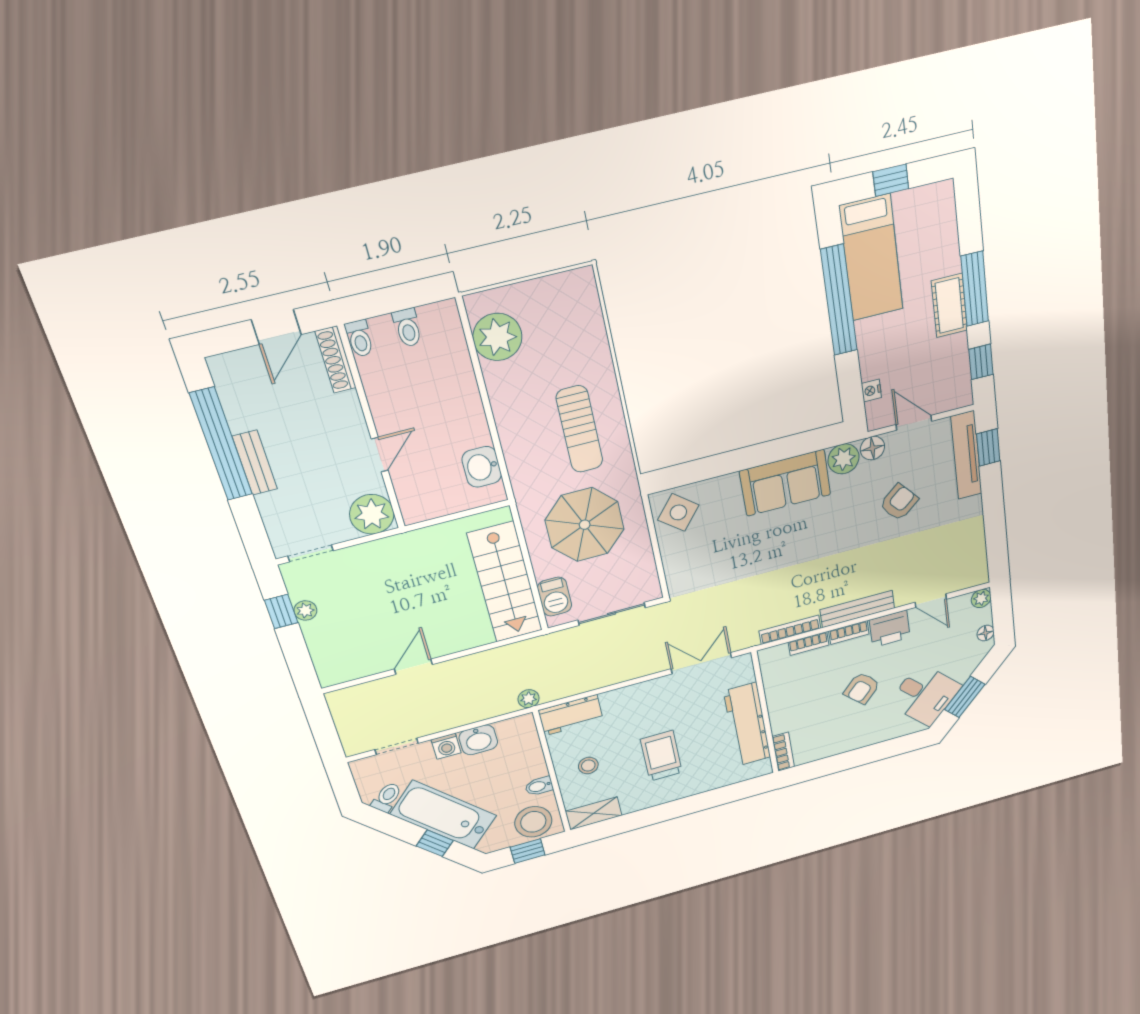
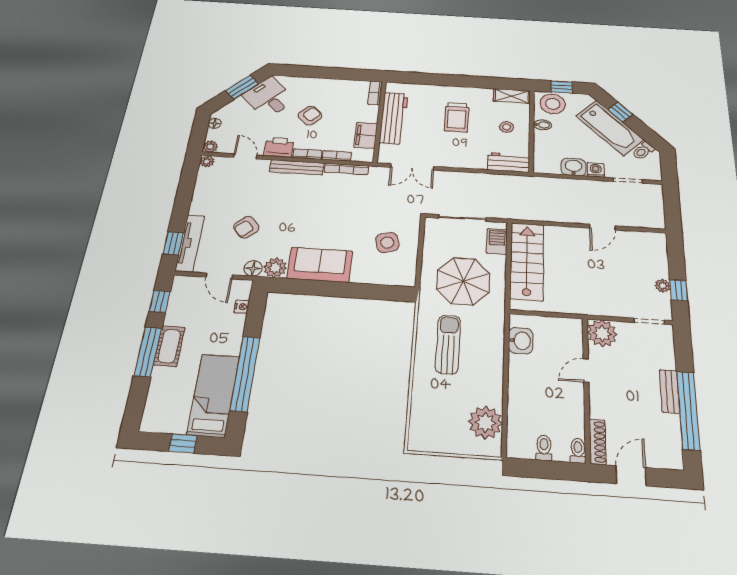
side table: (678, 512) -> (387, 242), moved, turned 36
filing cabinet: (778, 686) -> (366, 135), added
plant: (529, 699) -> (207, 161), moved

